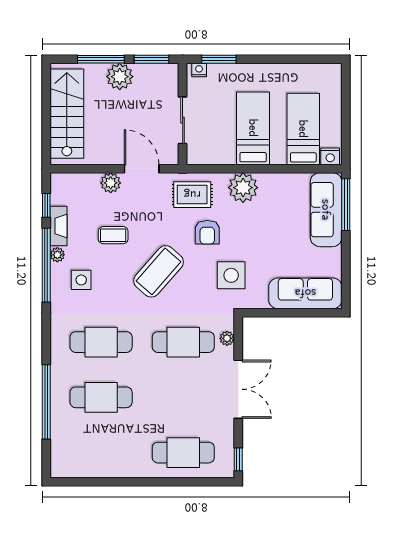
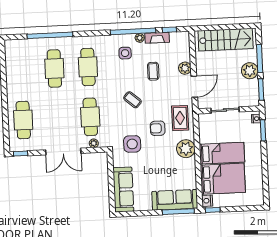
bed: (303, 129) -> (223, 179), width x1.50
window: (346, 148) -> (213, 210), added
coffee table: (159, 271) -> (132, 100), width x0.54, depth x0.58

